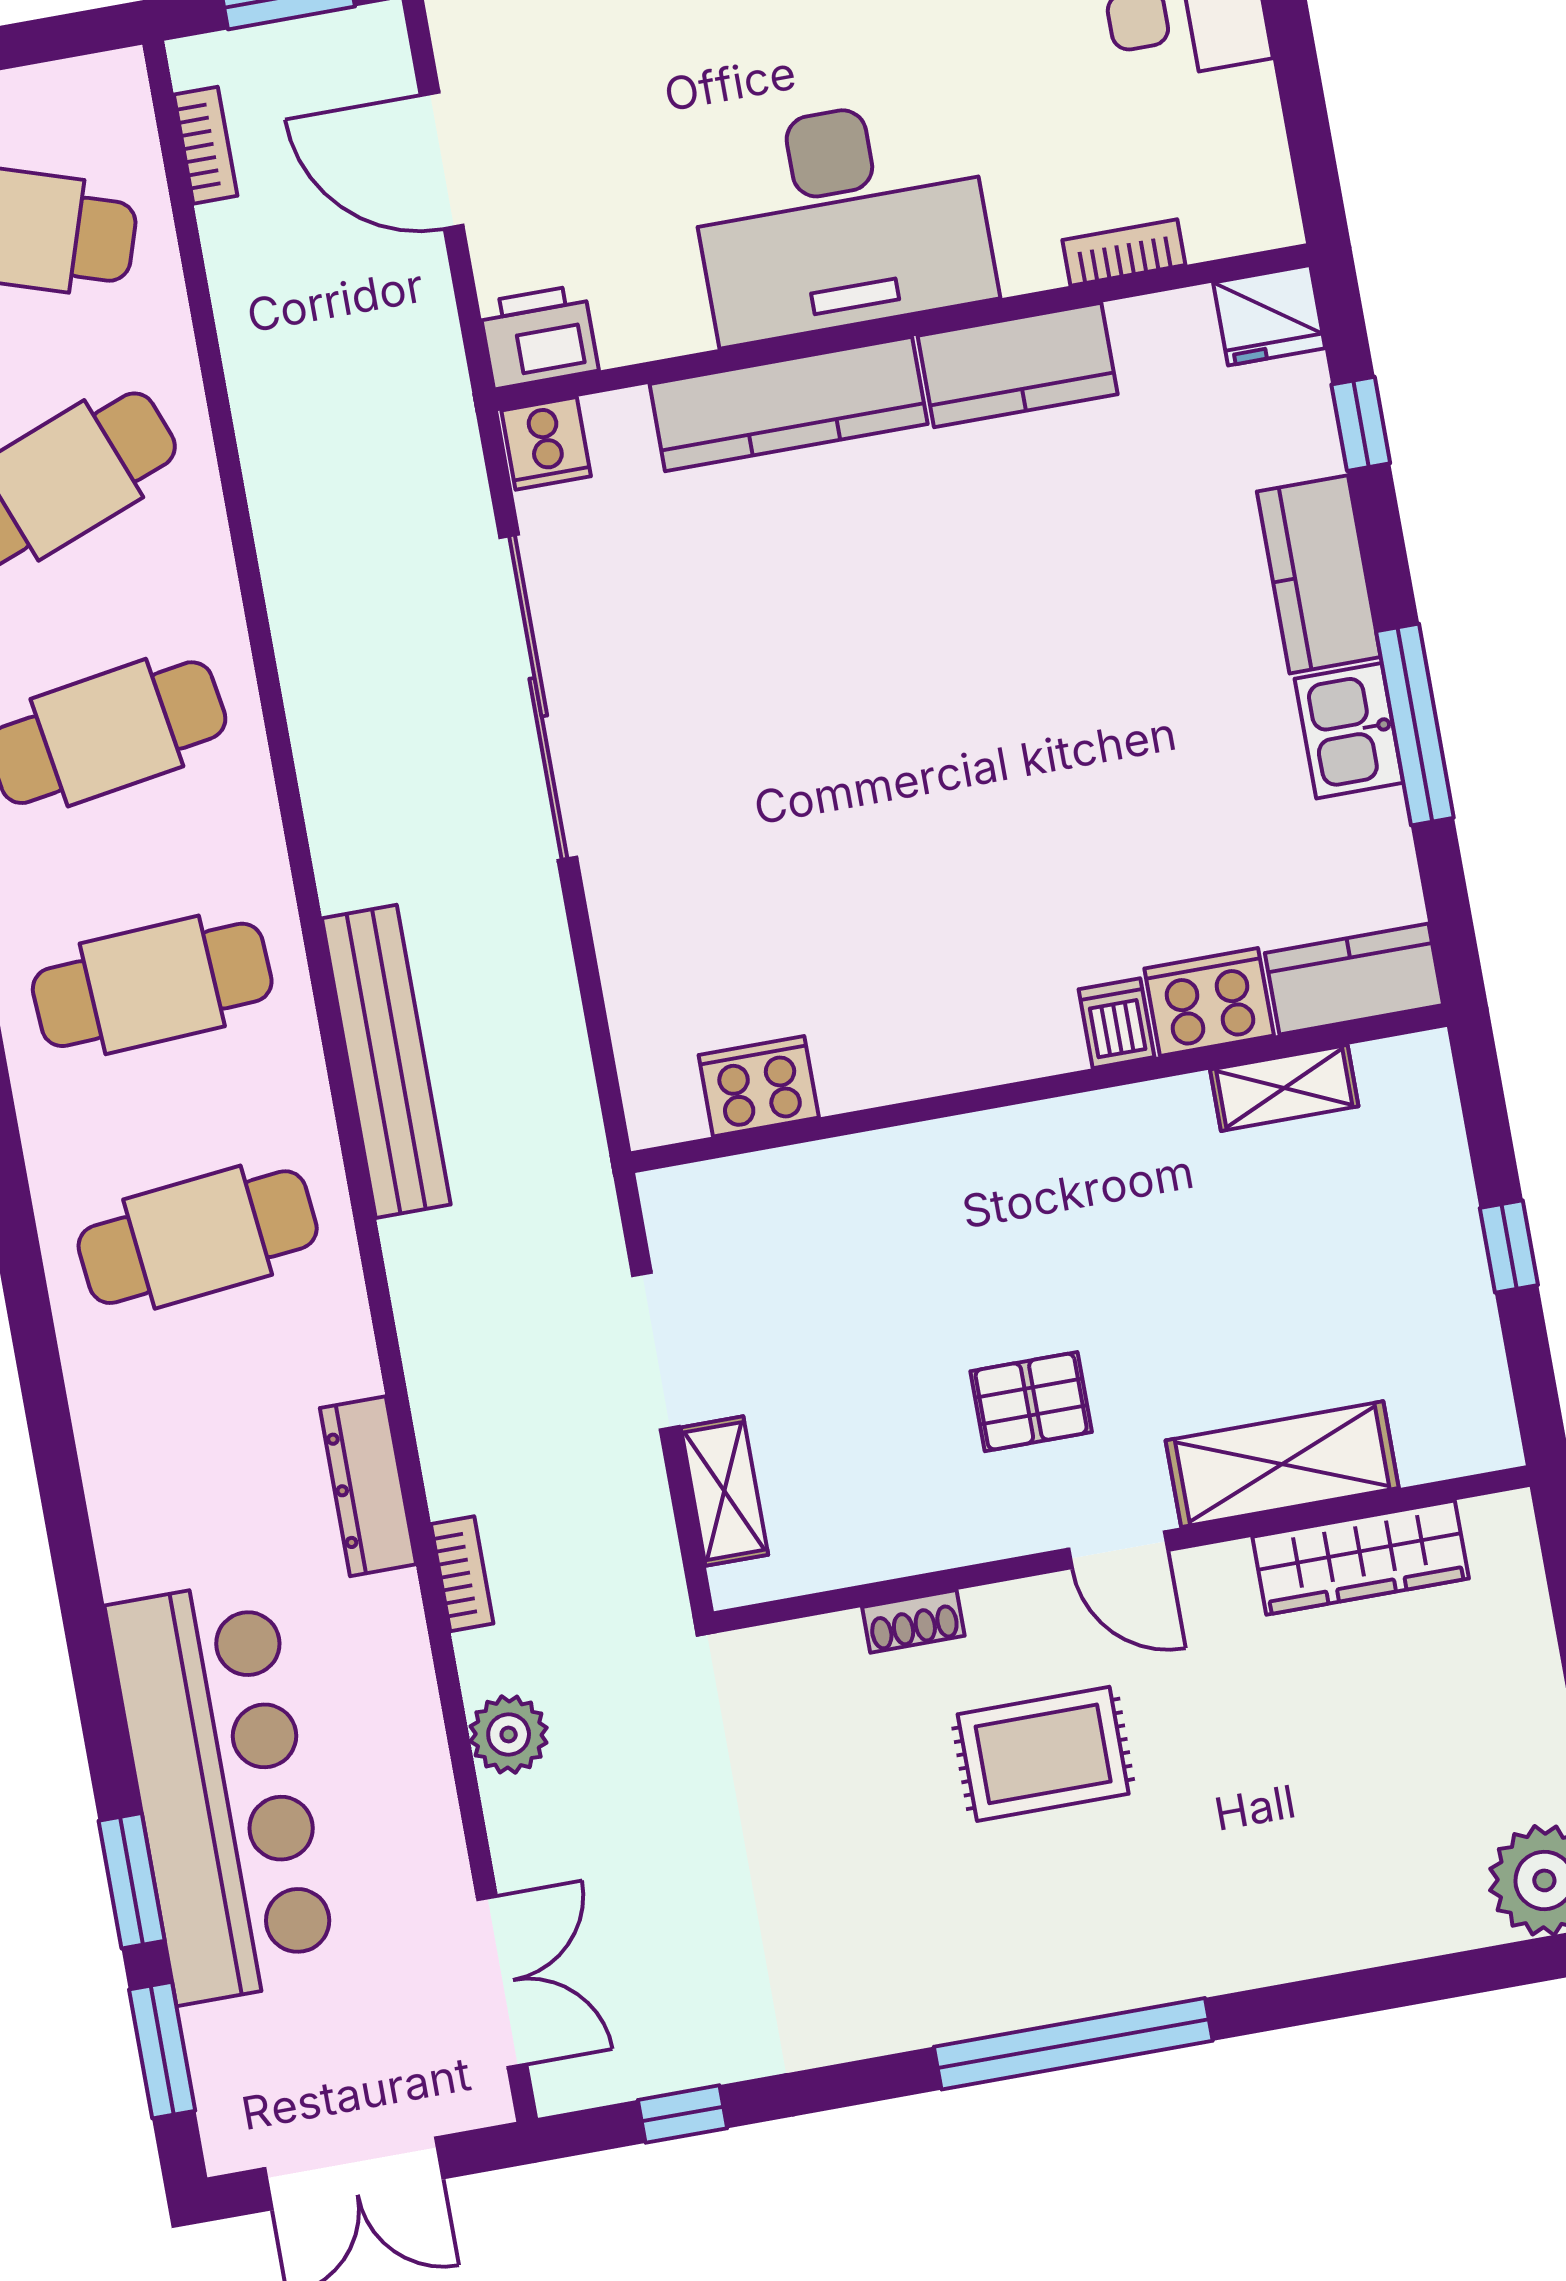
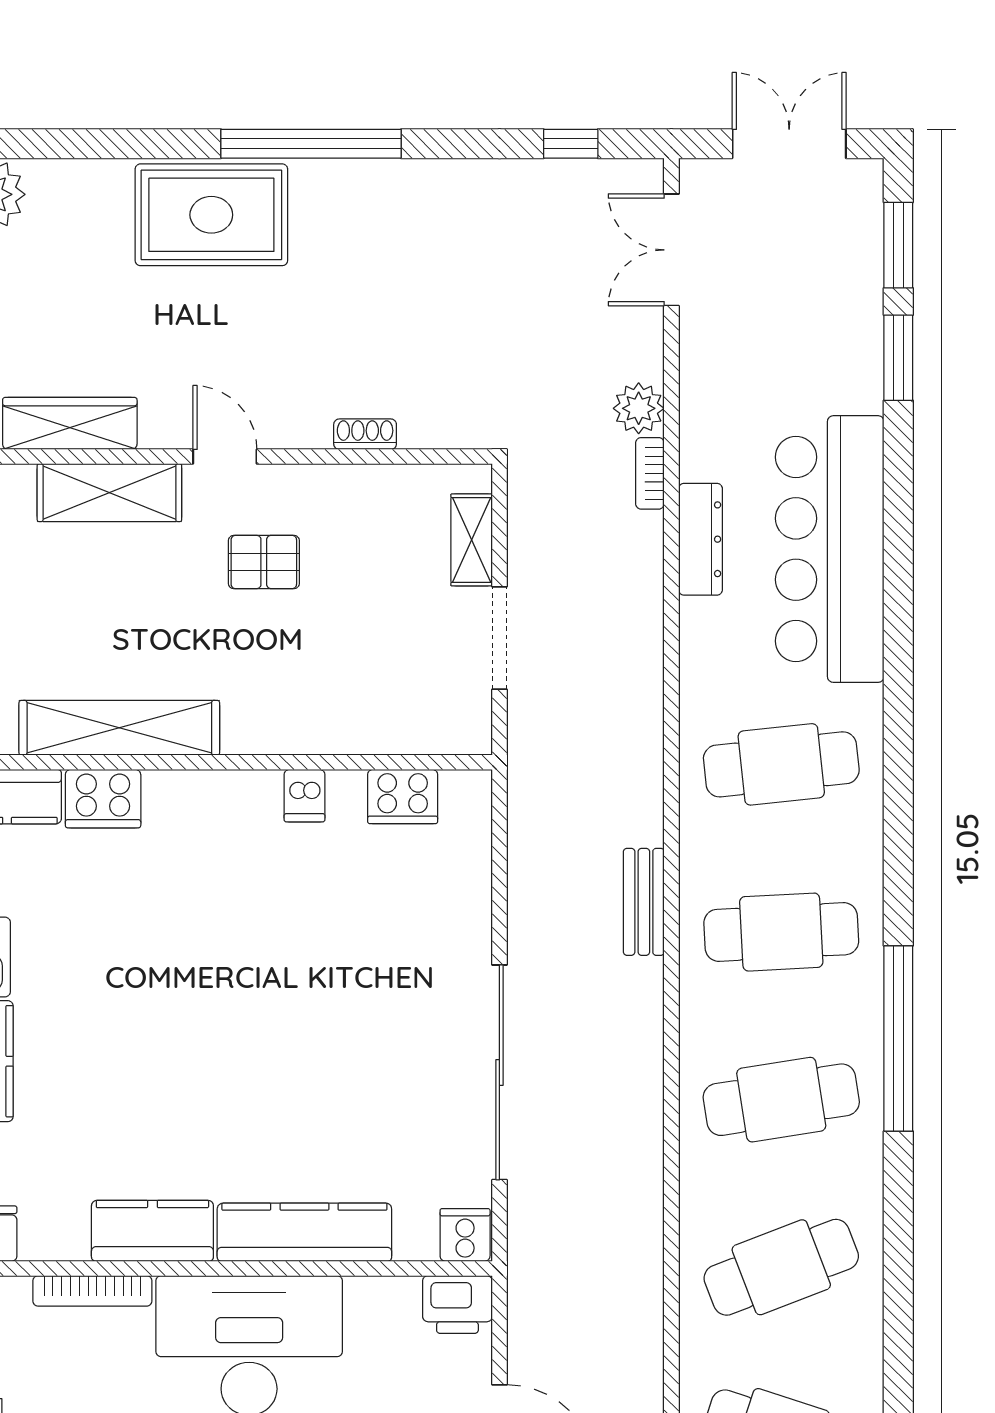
bookcase: (1124, 252) -> (92, 1291), width x1.56
dishwasher: (1117, 1023) -> (304, 796), moved
bench: (386, 1061) -> (644, 902), width x0.54, depth x0.82
shelving: (1284, 1088) -> (119, 728), width x2.20, depth x1.33
dresser: (368, 1486) -> (700, 539), moved
bookcase: (462, 1574) -> (650, 473), moved
rug: (1043, 1754) -> (211, 215), moved, width x1.36, depth x1.43
bar counter: (222, 1791) -> (830, 549), moved

